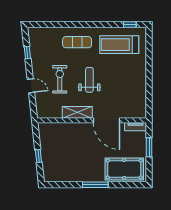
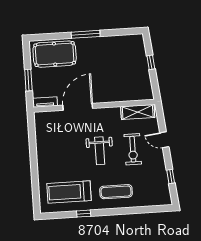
window: (130, 24) -> (84, 214), moved
treadmill: (119, 45) -> (69, 192), turned 180
shelving: (77, 112) -> (138, 112), moved
door: (107, 120) -> (78, 107), hinge flipped

